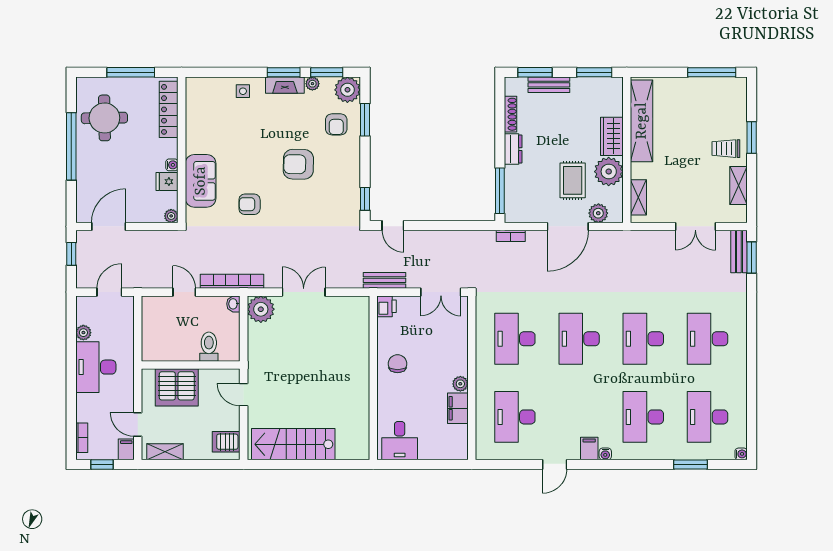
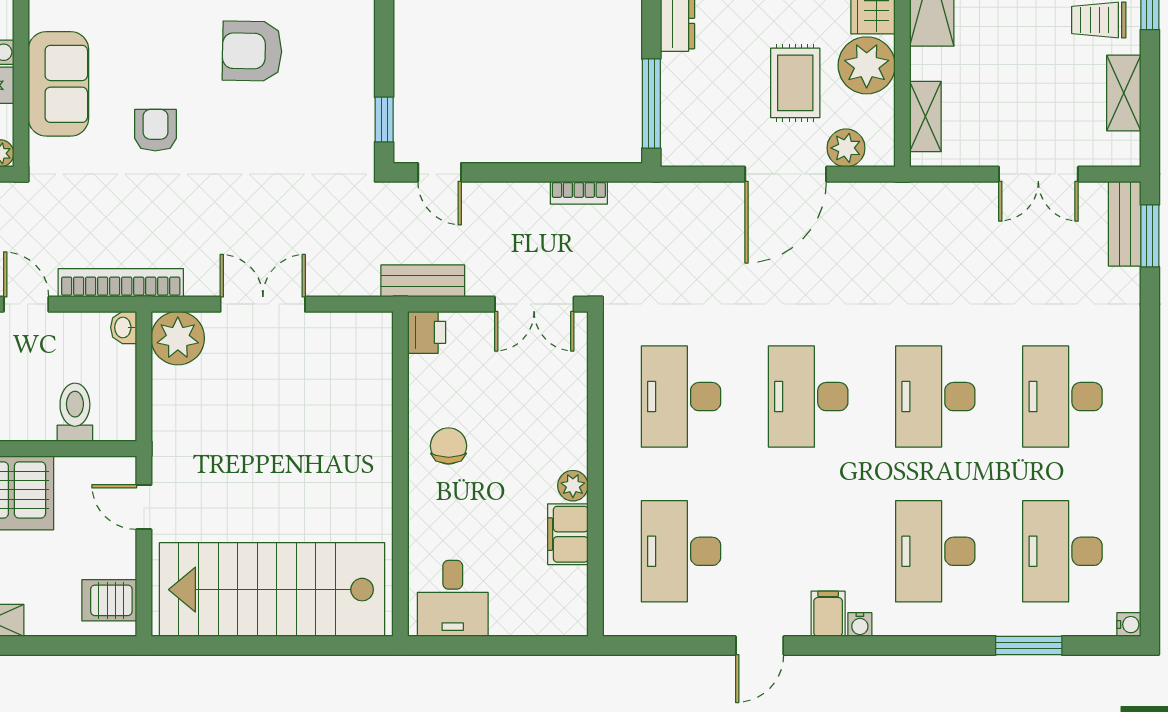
armchair: (250, 204) -> (155, 130), turned 90
bookcase: (511, 236) -> (579, 193), moved
stairs: (293, 444) -> (272, 590), width x1.36, depth x1.51

